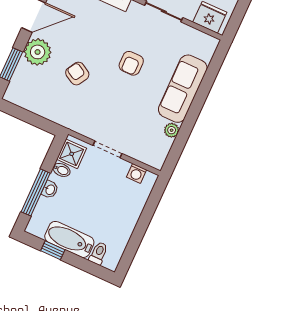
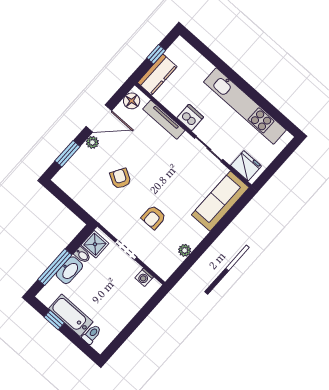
plant: (38, 52) -> (92, 142), width x0.53, depth x0.53
armchair: (131, 63) -> (154, 217), moved
sofa: (183, 89) -> (220, 201), moved
washbasin: (50, 190) -> (69, 270), width x1.91, depth x1.45

